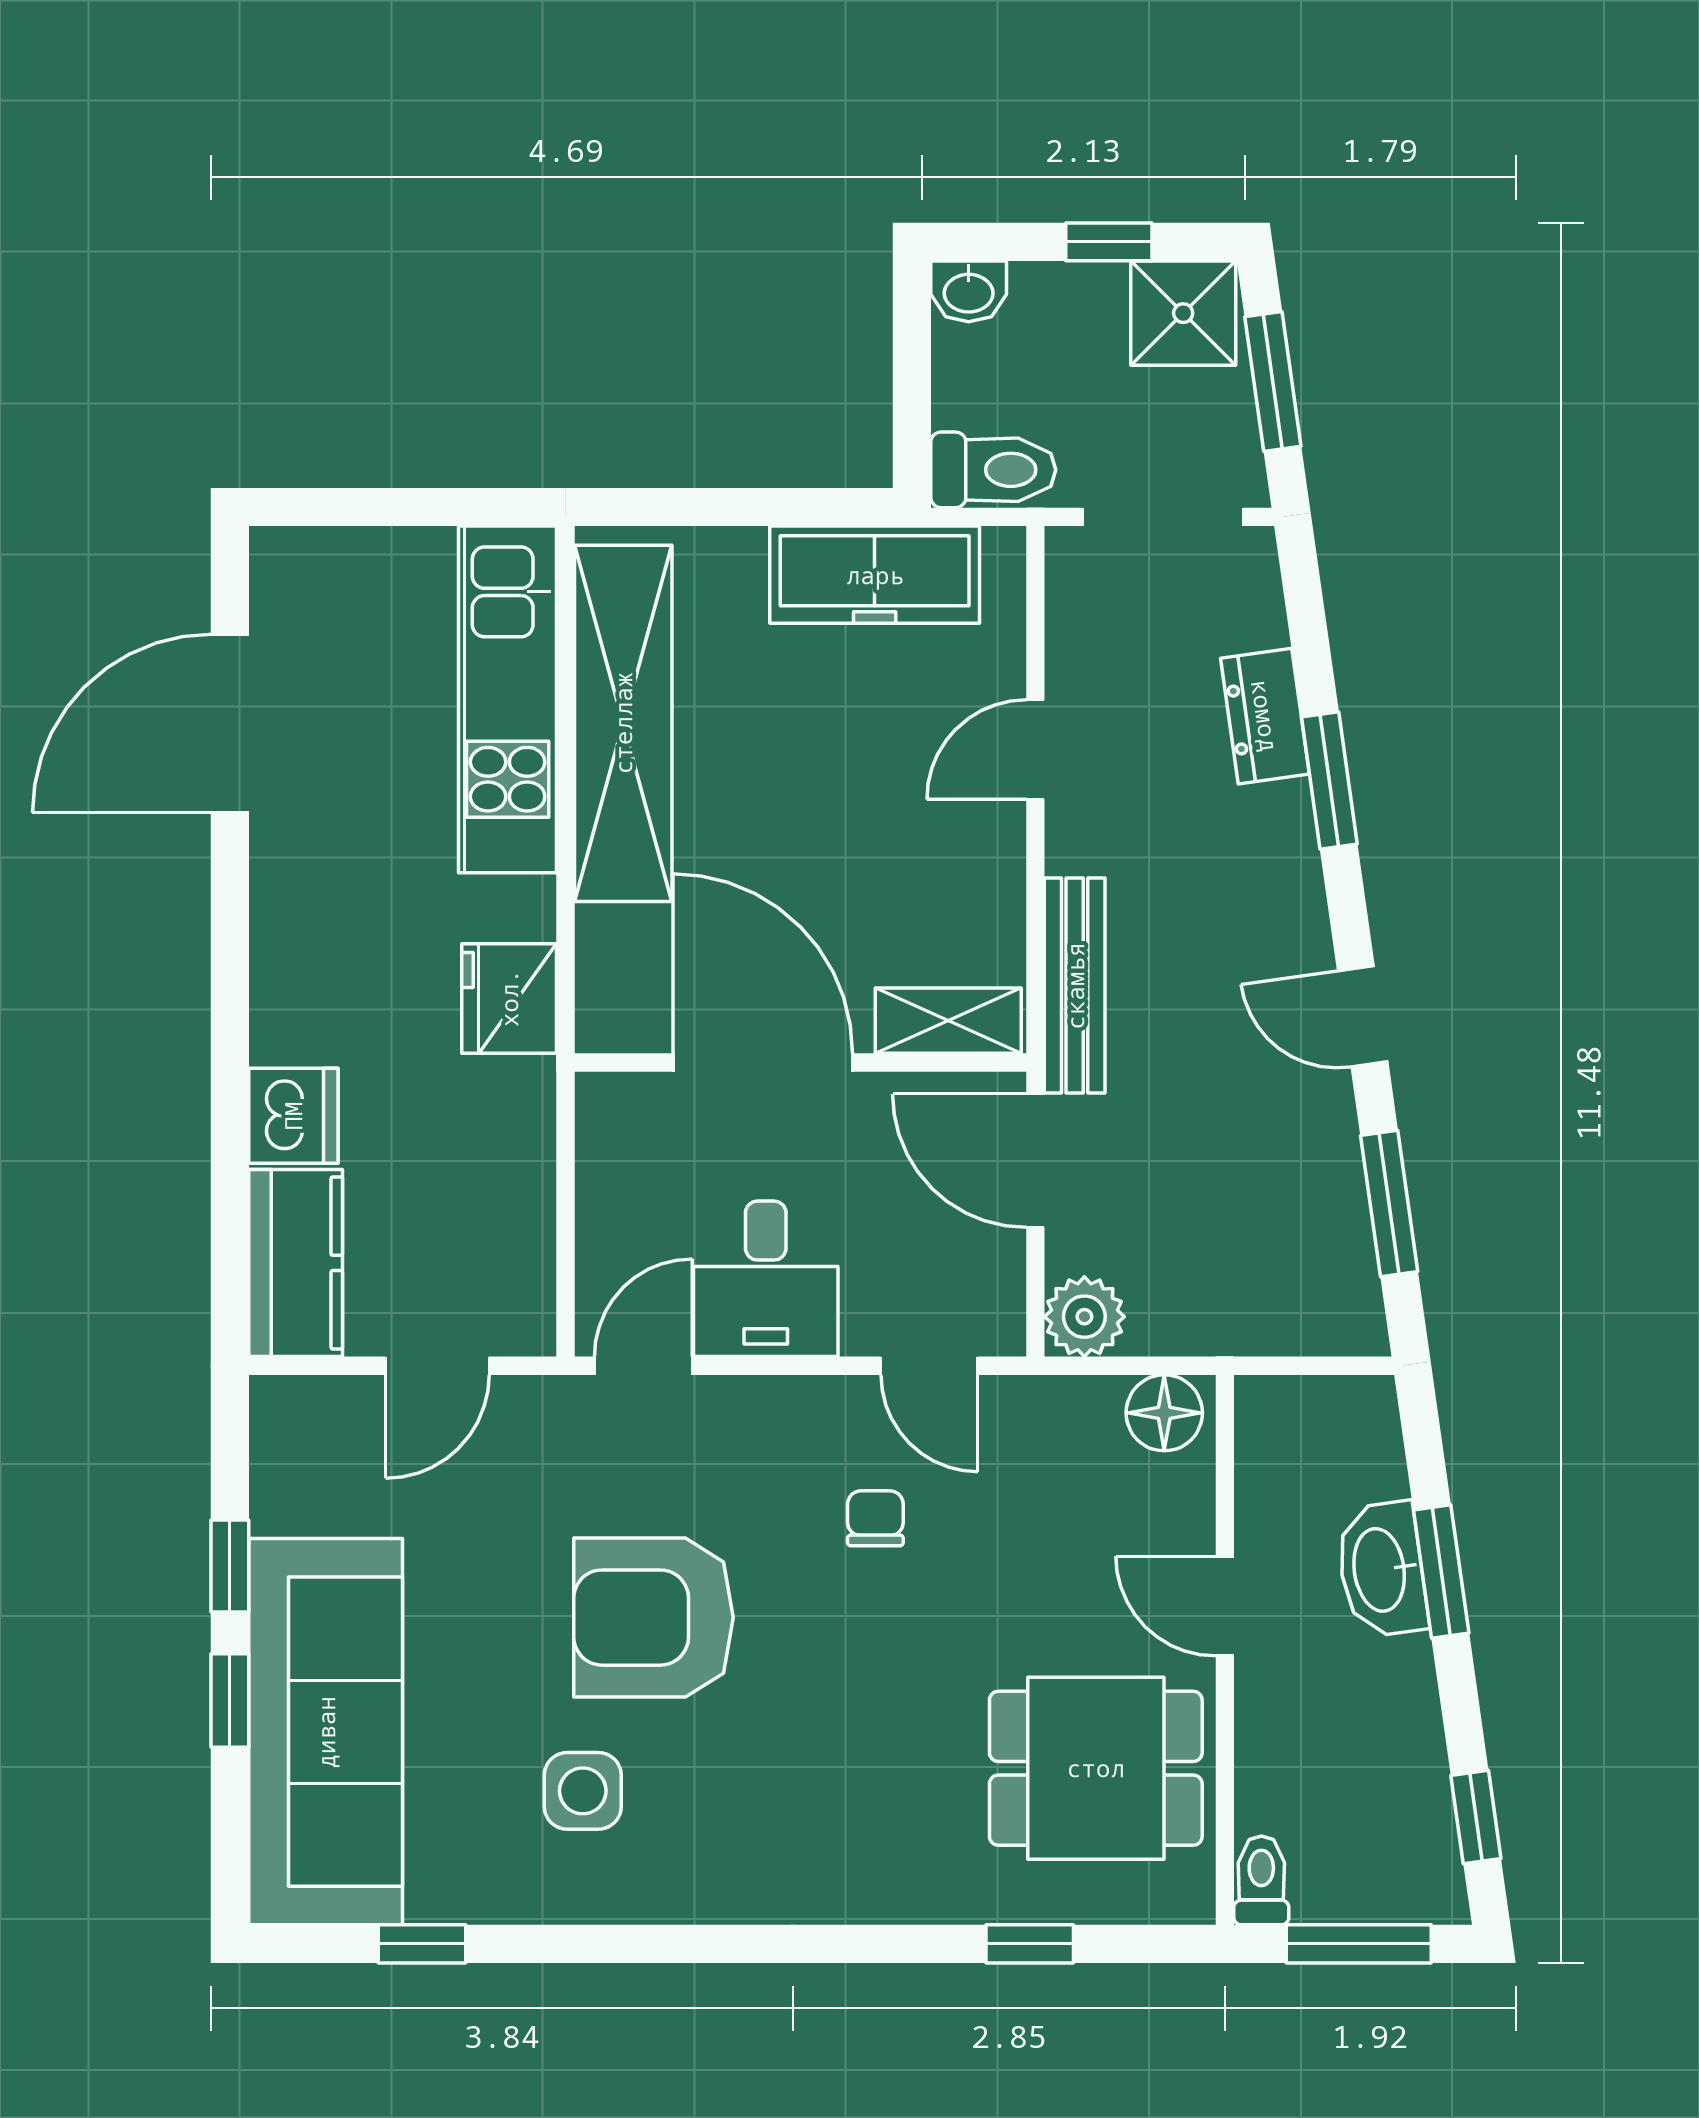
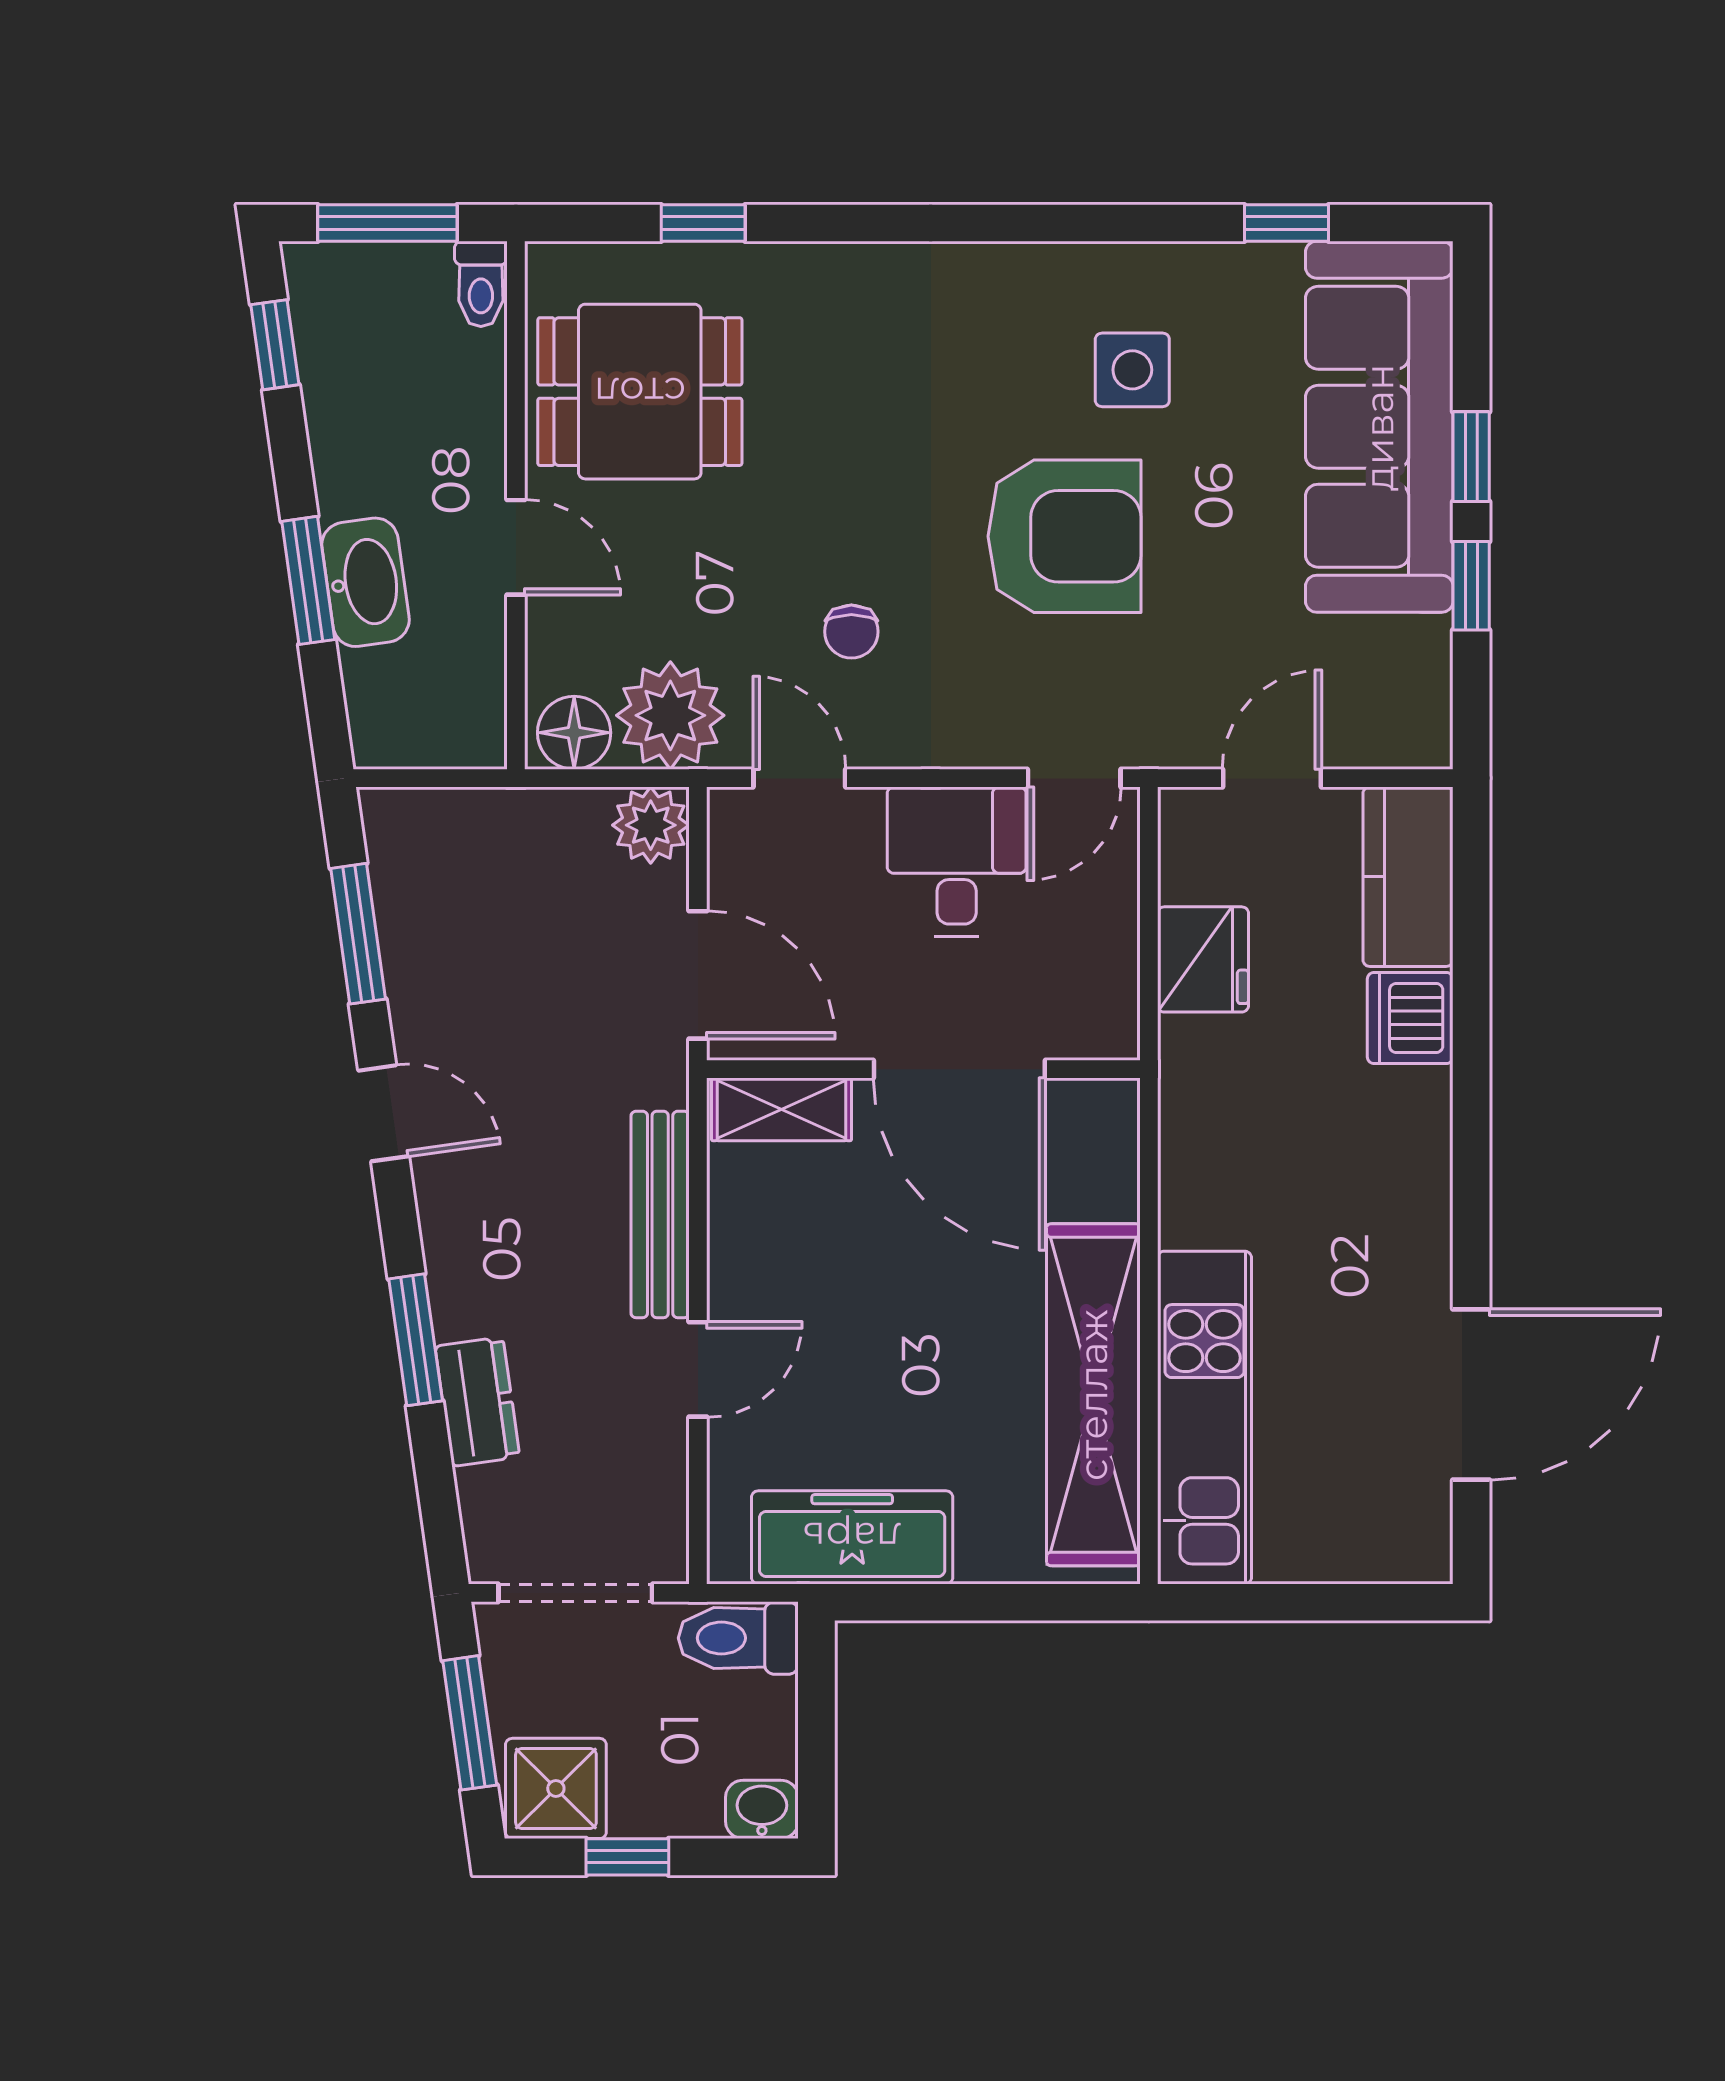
bench: (1075, 986) -> (660, 1214), moved
fridge: (509, 998) -> (1203, 959), moved
plant: (1064, 1431) -> (670, 715), added

